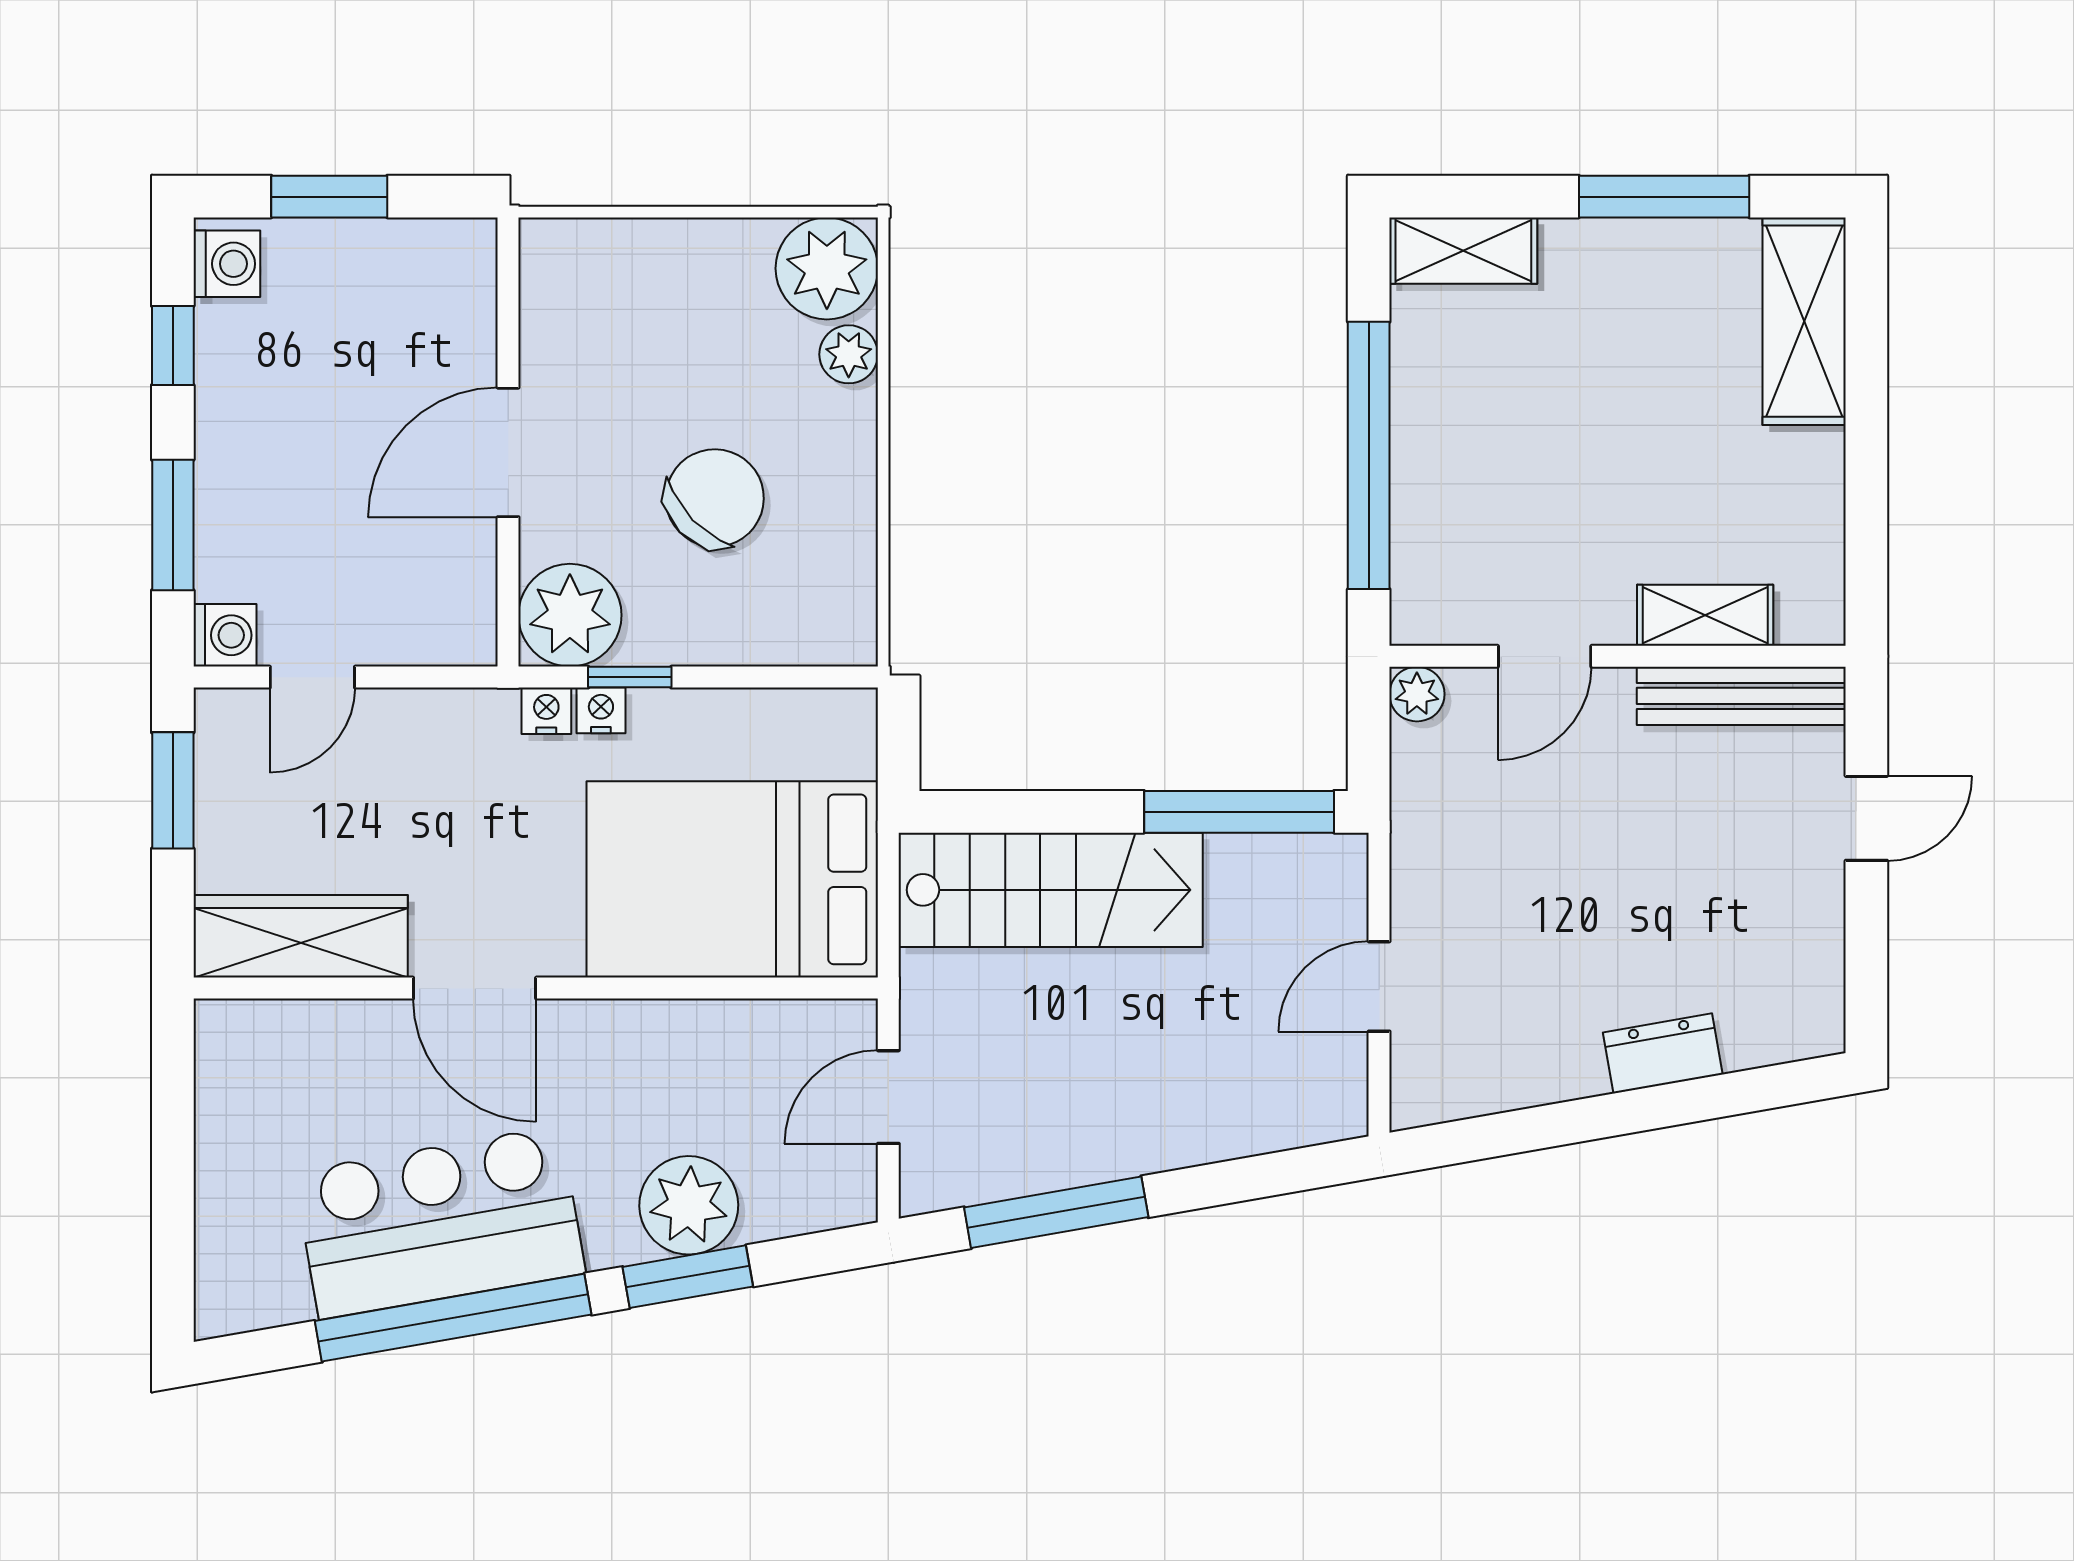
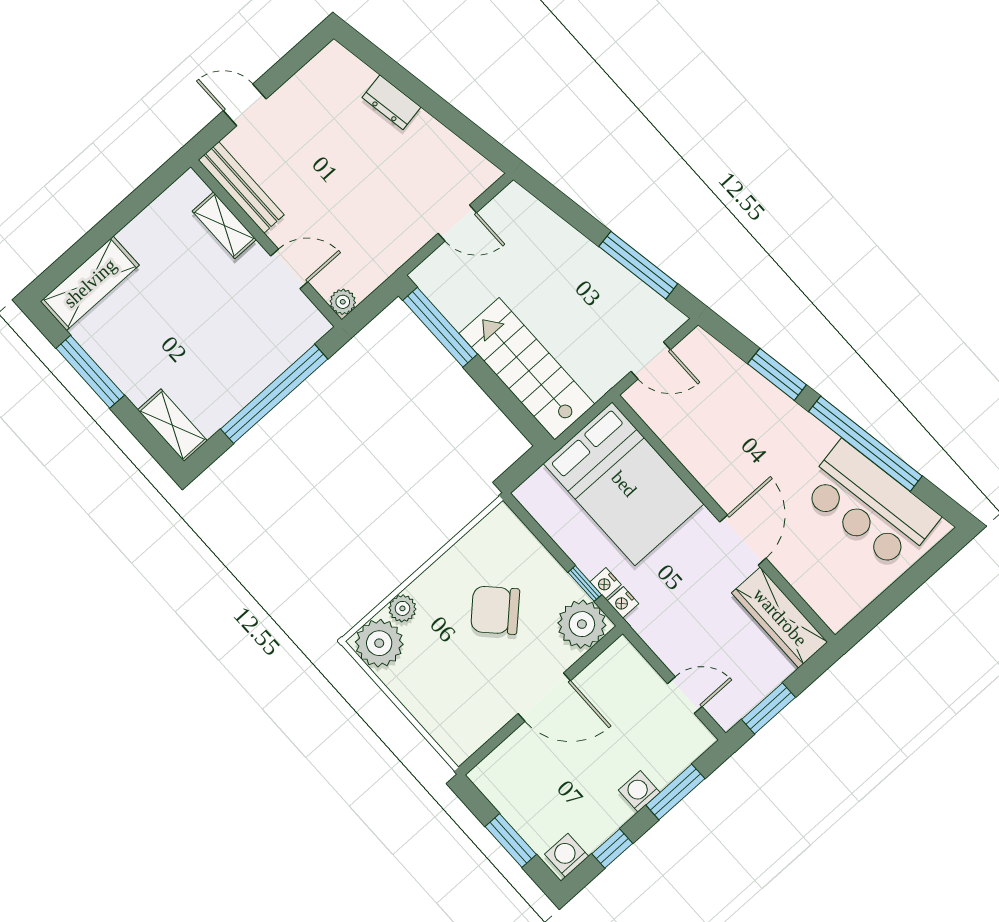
washing machine: (225, 635) -> (639, 791), moved
plant: (689, 1205) -> (752, 396), removed
bar counter: (440, 1223) -> (870, 505), moved

